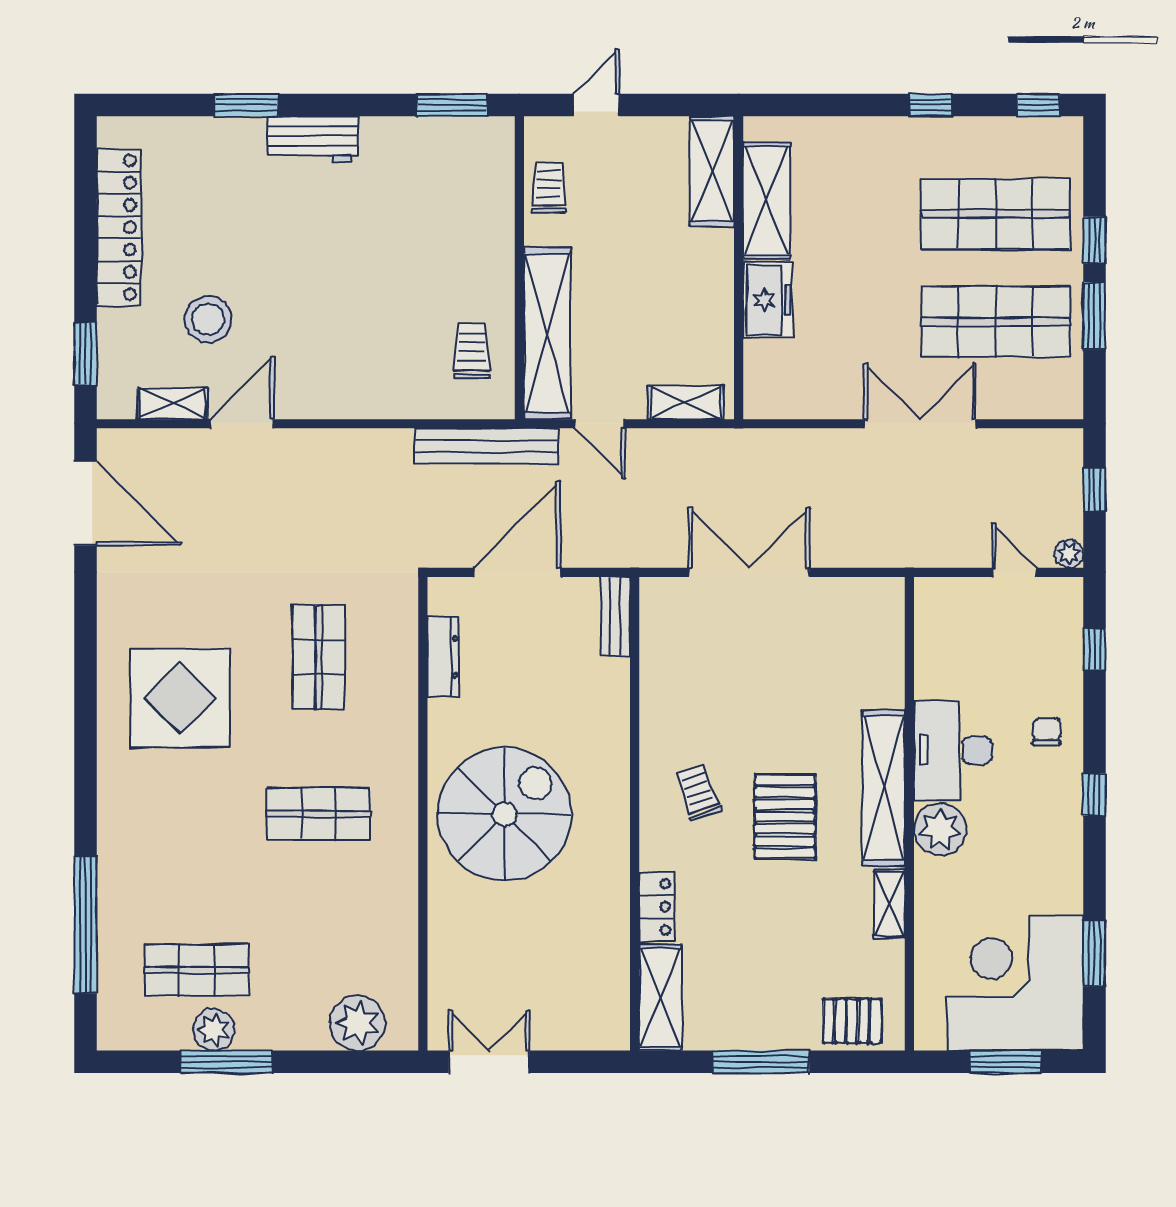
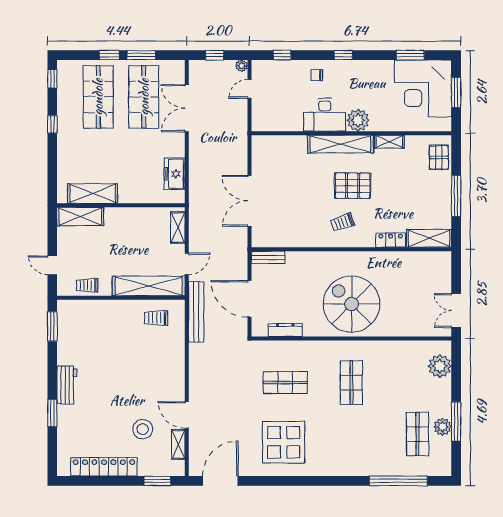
freezer: (768, 300) -> (175, 174), moved, turned -90
double door: (920, 424) -> (187, 108), moved
display table: (180, 698) -> (284, 442), moved

